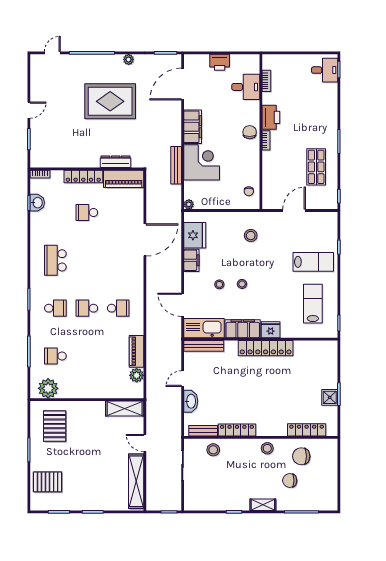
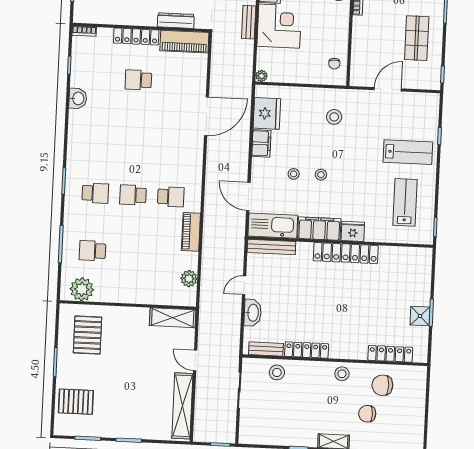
bench: (176, 165) -> (249, 22), width x0.73
washbasin: (37, 203) -> (78, 98), moved
school desk: (55, 260) -> (98, 136), removed
piano: (136, 351) -> (191, 232), moved

